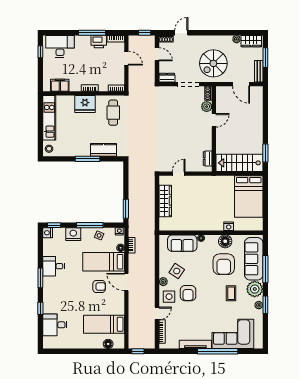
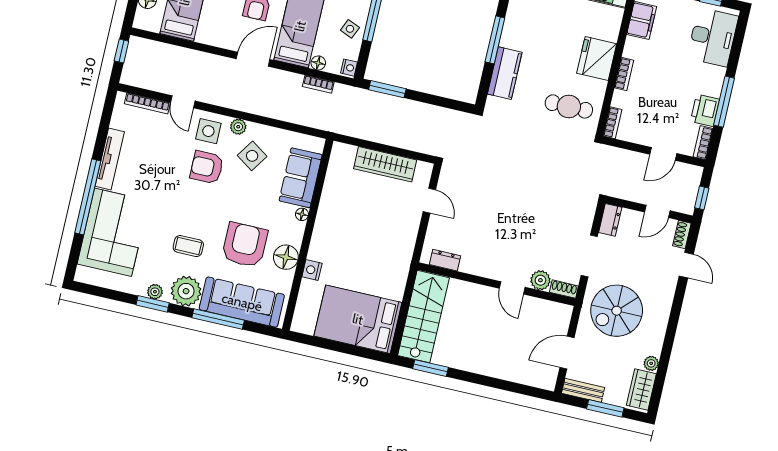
spiral stairs: (213, 63) -> (617, 311), turned -90
armchair: (224, 264) -> (245, 245), turned 90

